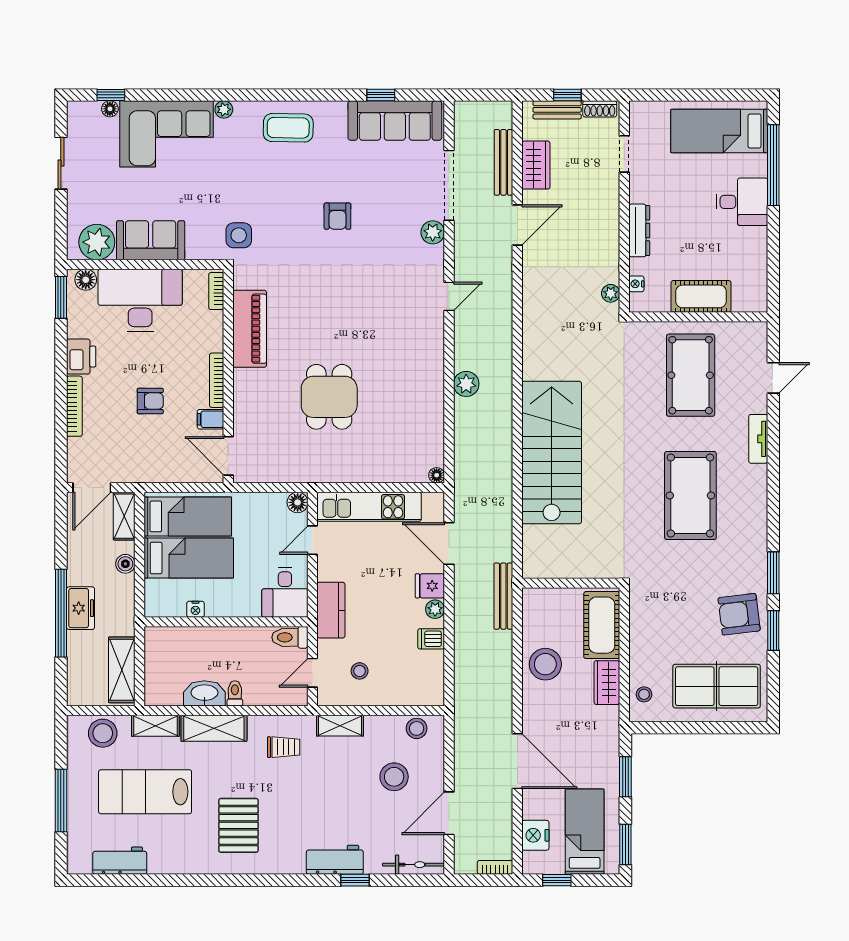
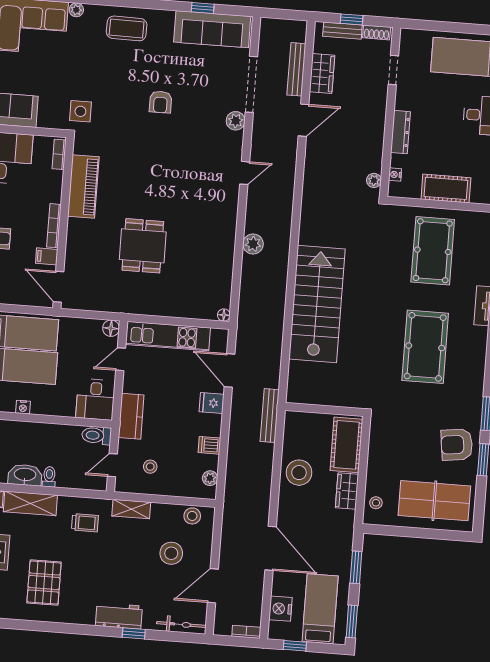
plant: (435, 609) -> (210, 478), moved

